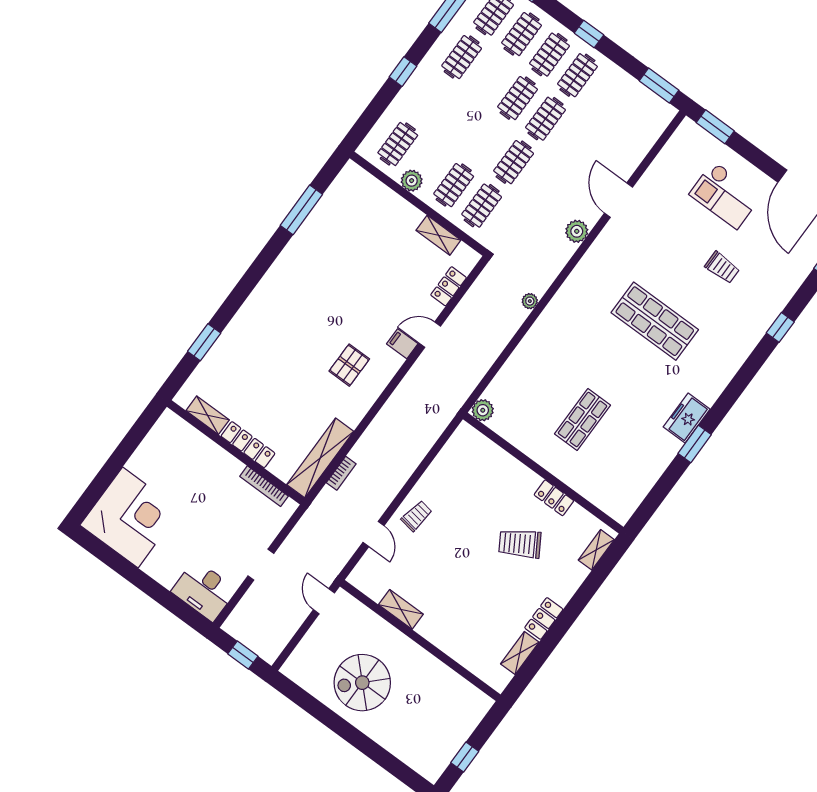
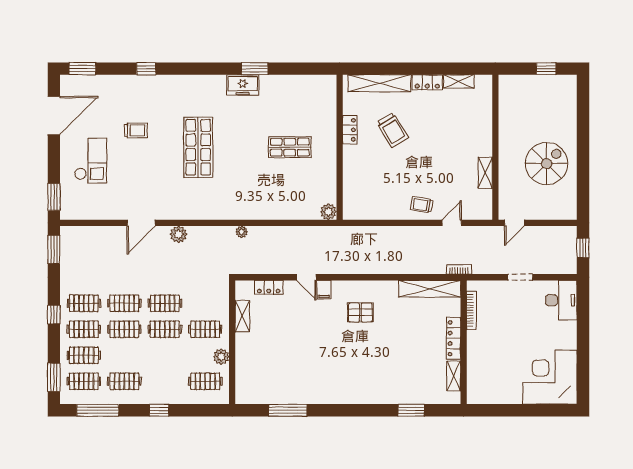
clothes rail: (482, 206) -> (165, 329), moved
trolley: (722, 267) -> (136, 130), turned 90
bookcase: (341, 473) -> (459, 269), moved
shelving: (596, 550) -> (380, 83), width x2.20, depth x1.33
spiral stairs: (362, 683) -> (547, 164), turned -90

